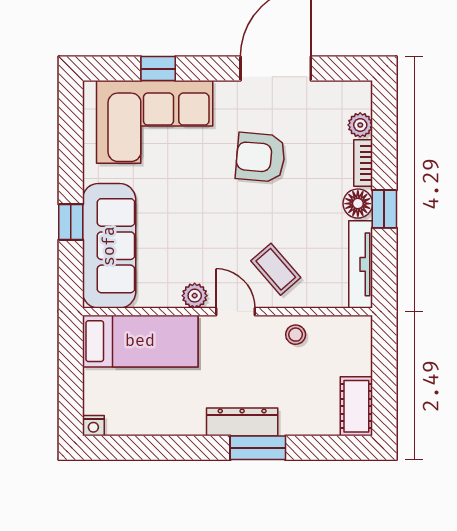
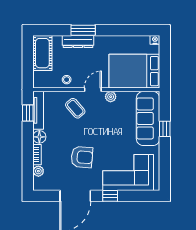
window: (158, 69) -> (110, 196), moved
window: (384, 209) -> (28, 113), moved
door: (235, 312) -> (93, 90), swing flipped
bed: (140, 341) -> (134, 71), width x1.50
cot: (356, 406) -> (42, 53), width x1.37, depth x1.34
dresser: (242, 422) -> (78, 42), moved

